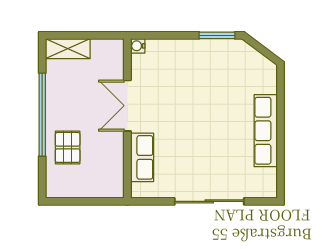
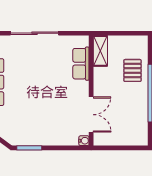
shelving: (68, 49) -> (100, 51), moved, turned 90
double door: (127, 106) -> (91, 115), moved

